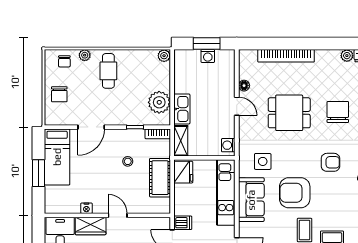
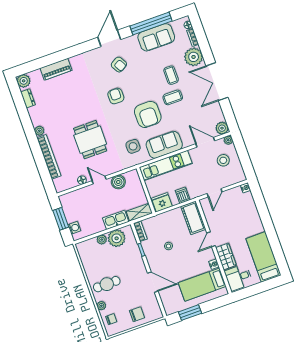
plant: (164, 56) -> (102, 240), moved
washing machine: (208, 56) -> (74, 228), moved
plant: (347, 56) -> (39, 131), moved
door: (237, 106) -> (99, 180), hinge flipped
chair: (338, 112) -> (77, 104), removed
boiler: (226, 128) -> (118, 182), added
washing machine: (228, 145) -> (130, 176), removed
bed: (57, 157) -> (202, 285), moved, turned 180
window: (39, 173) -> (190, 313), moved
cot: (160, 178) -> (193, 218), moved, turned 90
dishwasher: (183, 223) -> (183, 195), moved

